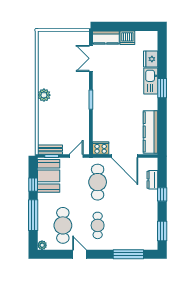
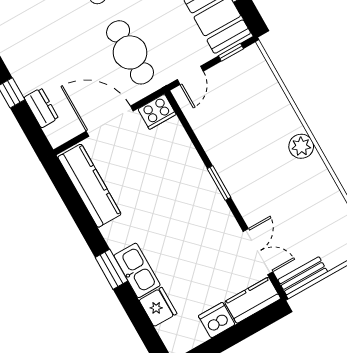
bench: (50, 150) -> (303, 276), moved

